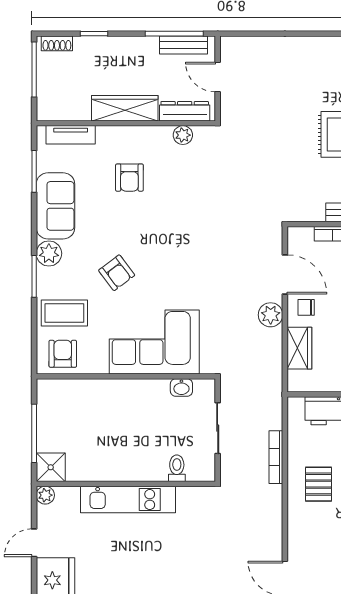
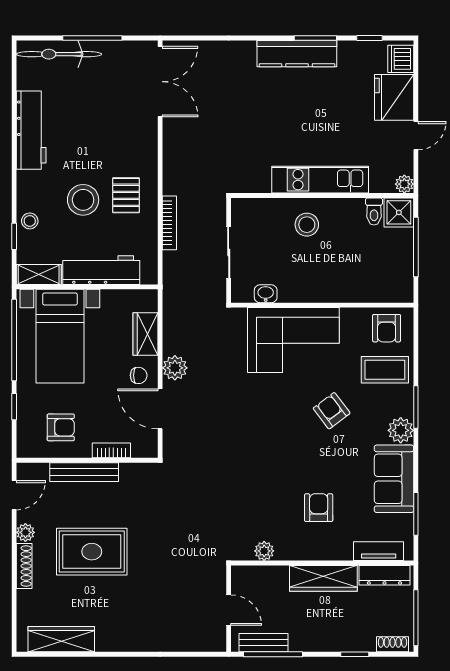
dresser: (185, 111) -> (384, 575), moved
stool: (141, 455) -> (307, 225), added
toilet: (177, 468) -> (374, 211), moved

